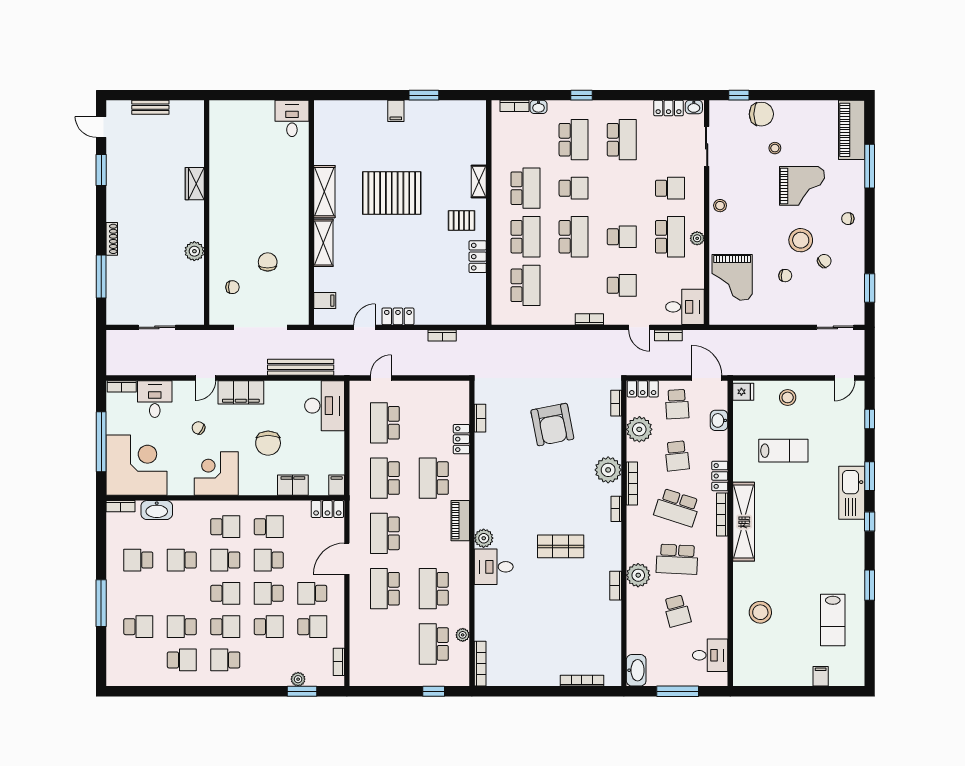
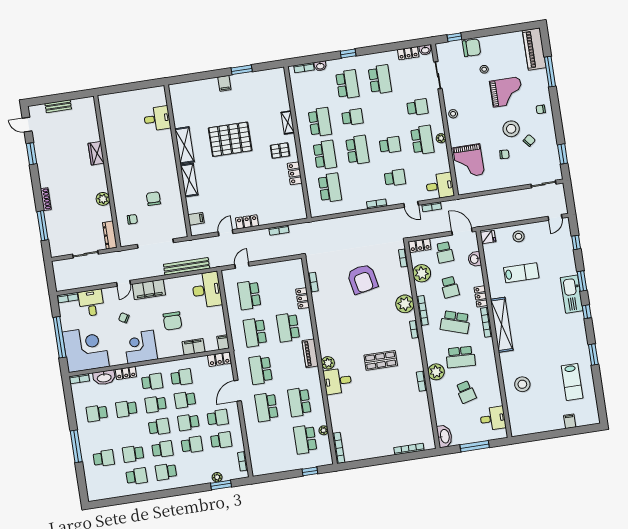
desk: (292, 118) -> (157, 119), moved, turned 90
dresser: (196, 305) -> (110, 235), added
locker: (189, 508) -> (126, 373), added
school desk: (312, 593) -> (218, 418), turned 180

